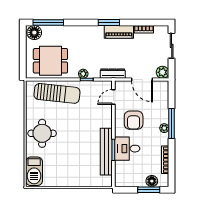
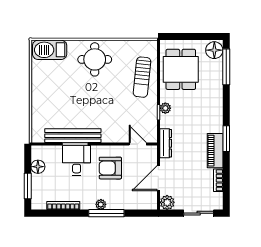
sun lounger: (57, 93) -> (142, 77), width x0.73, depth x0.75
floor lamp: (152, 181) -> (38, 167), moved

